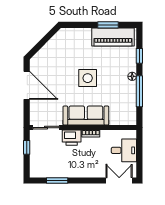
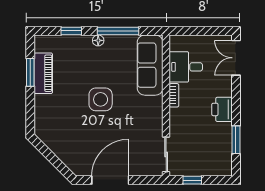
piano: (113, 37) -> (43, 73), width x0.73, depth x0.75
sofa: (86, 116) -> (150, 65), moved
printer: (72, 138) -> (222, 109), moved, turned 180
desk: (124, 150) -> (186, 67), moved, turned -90

